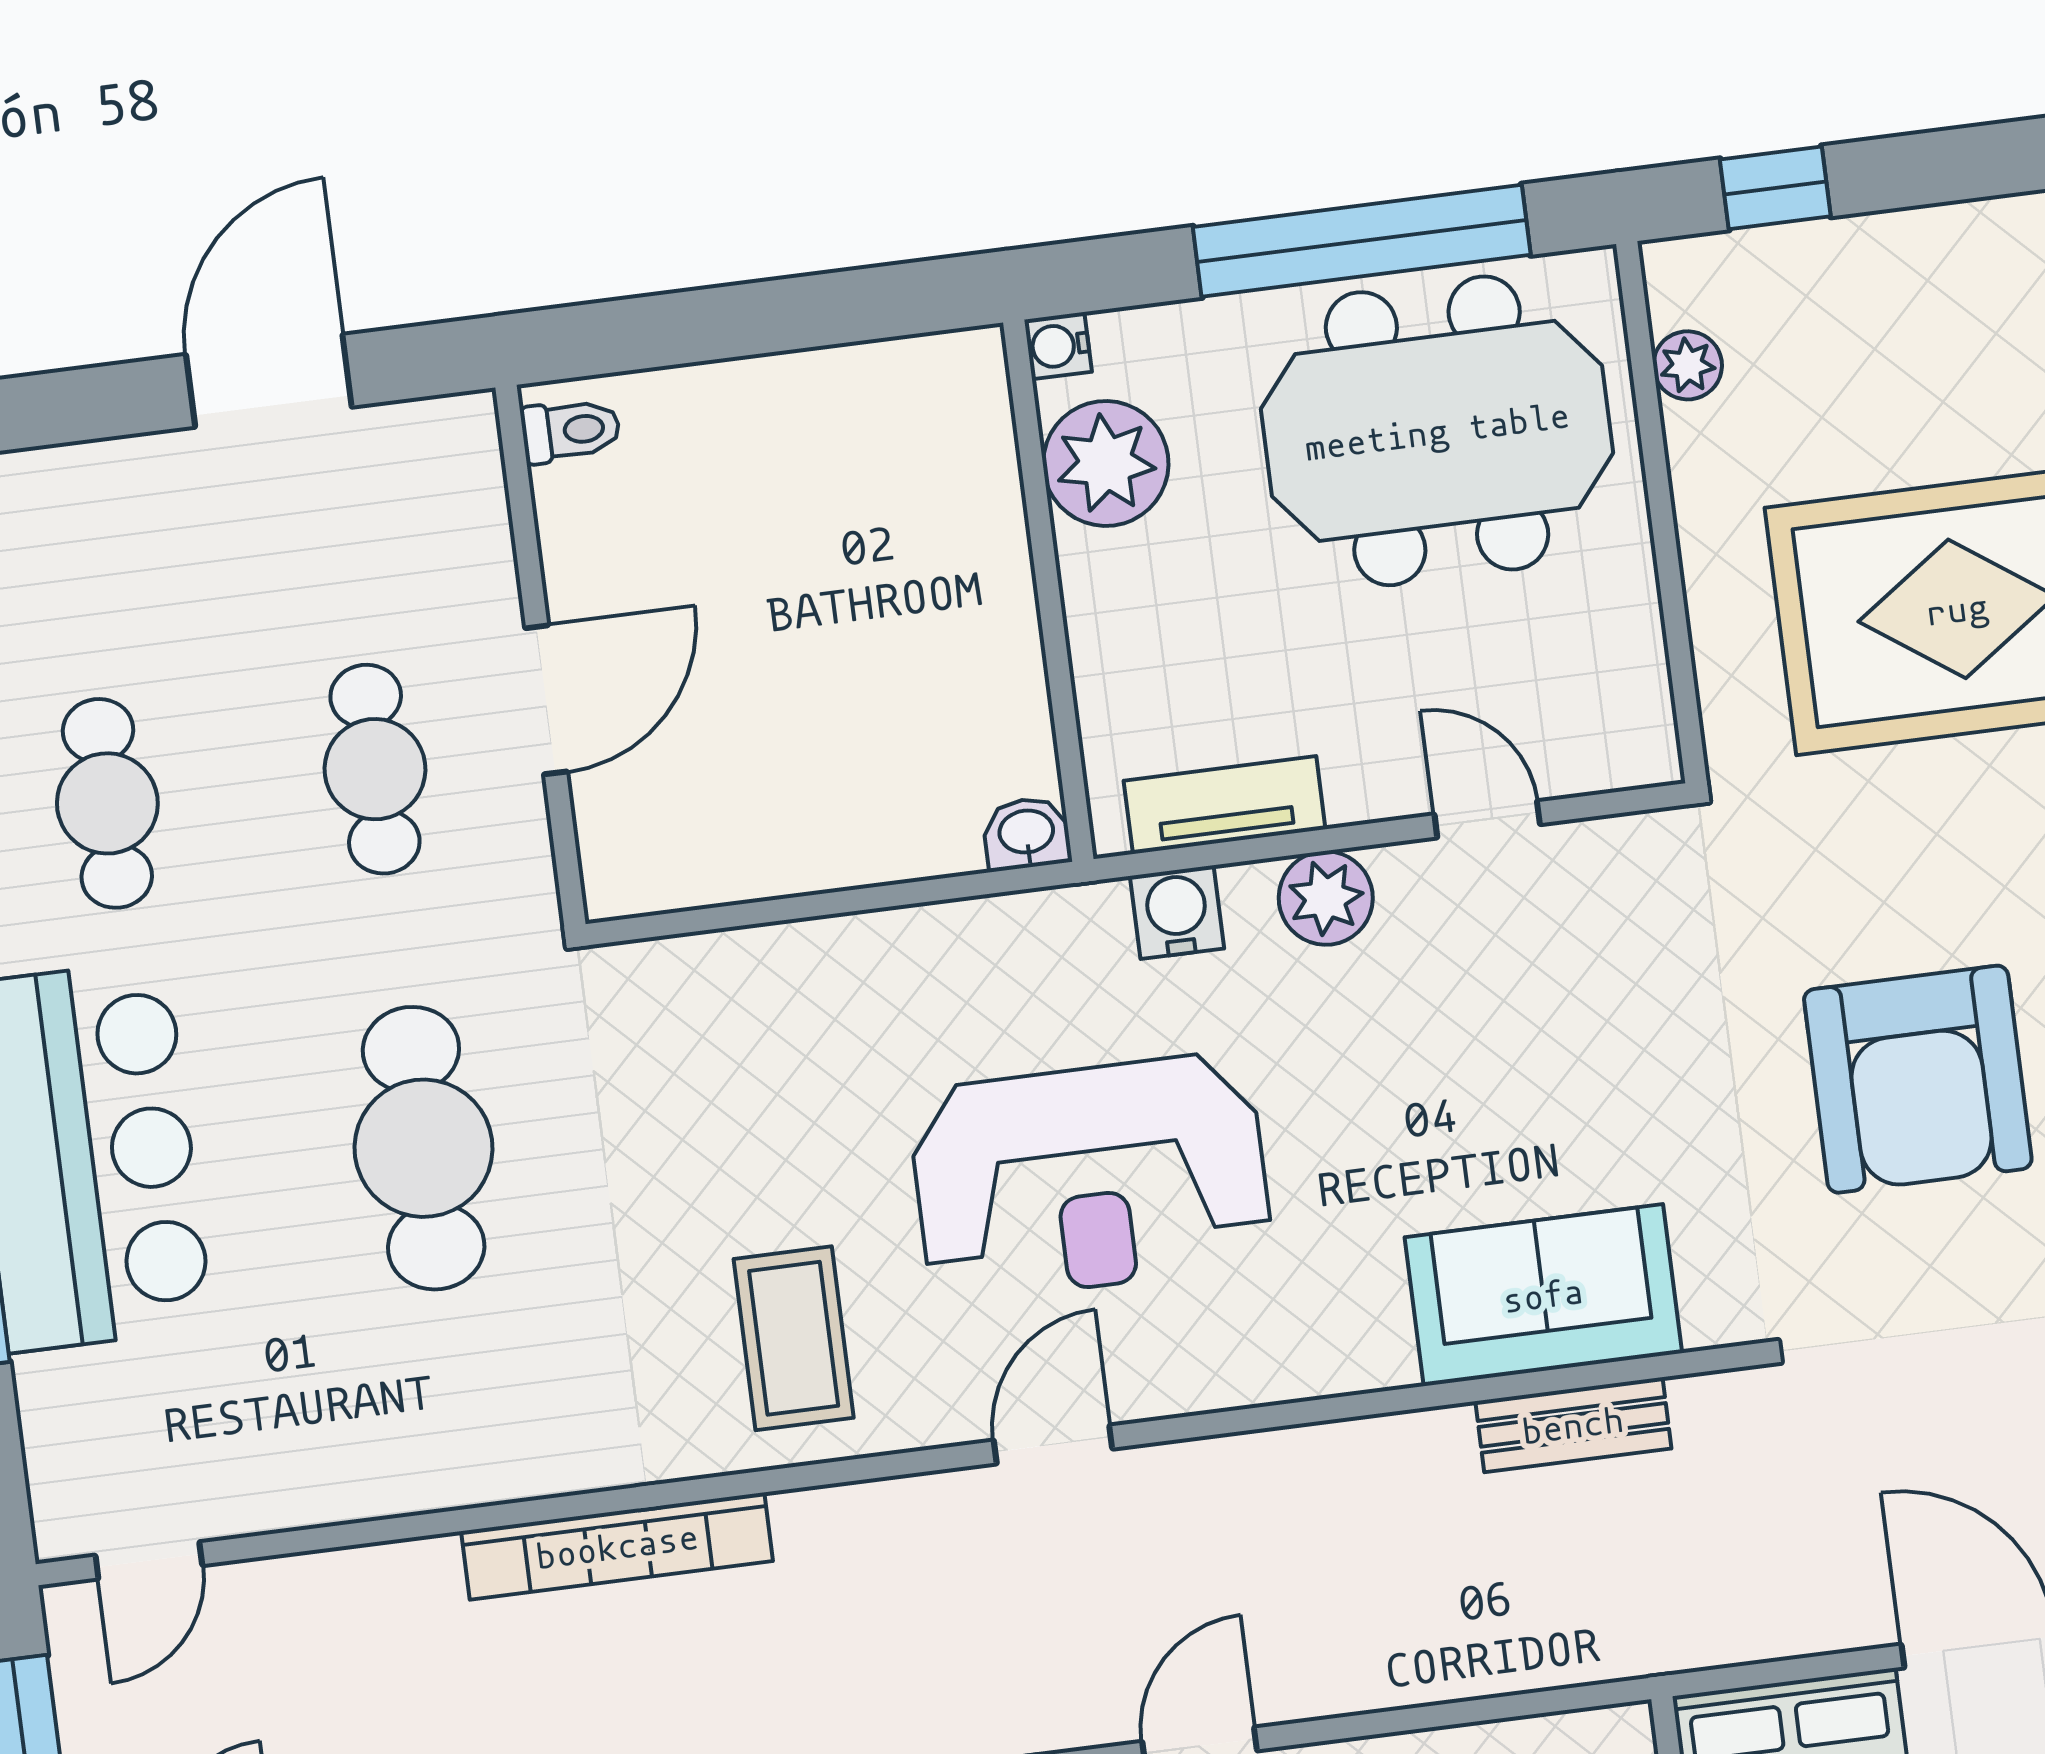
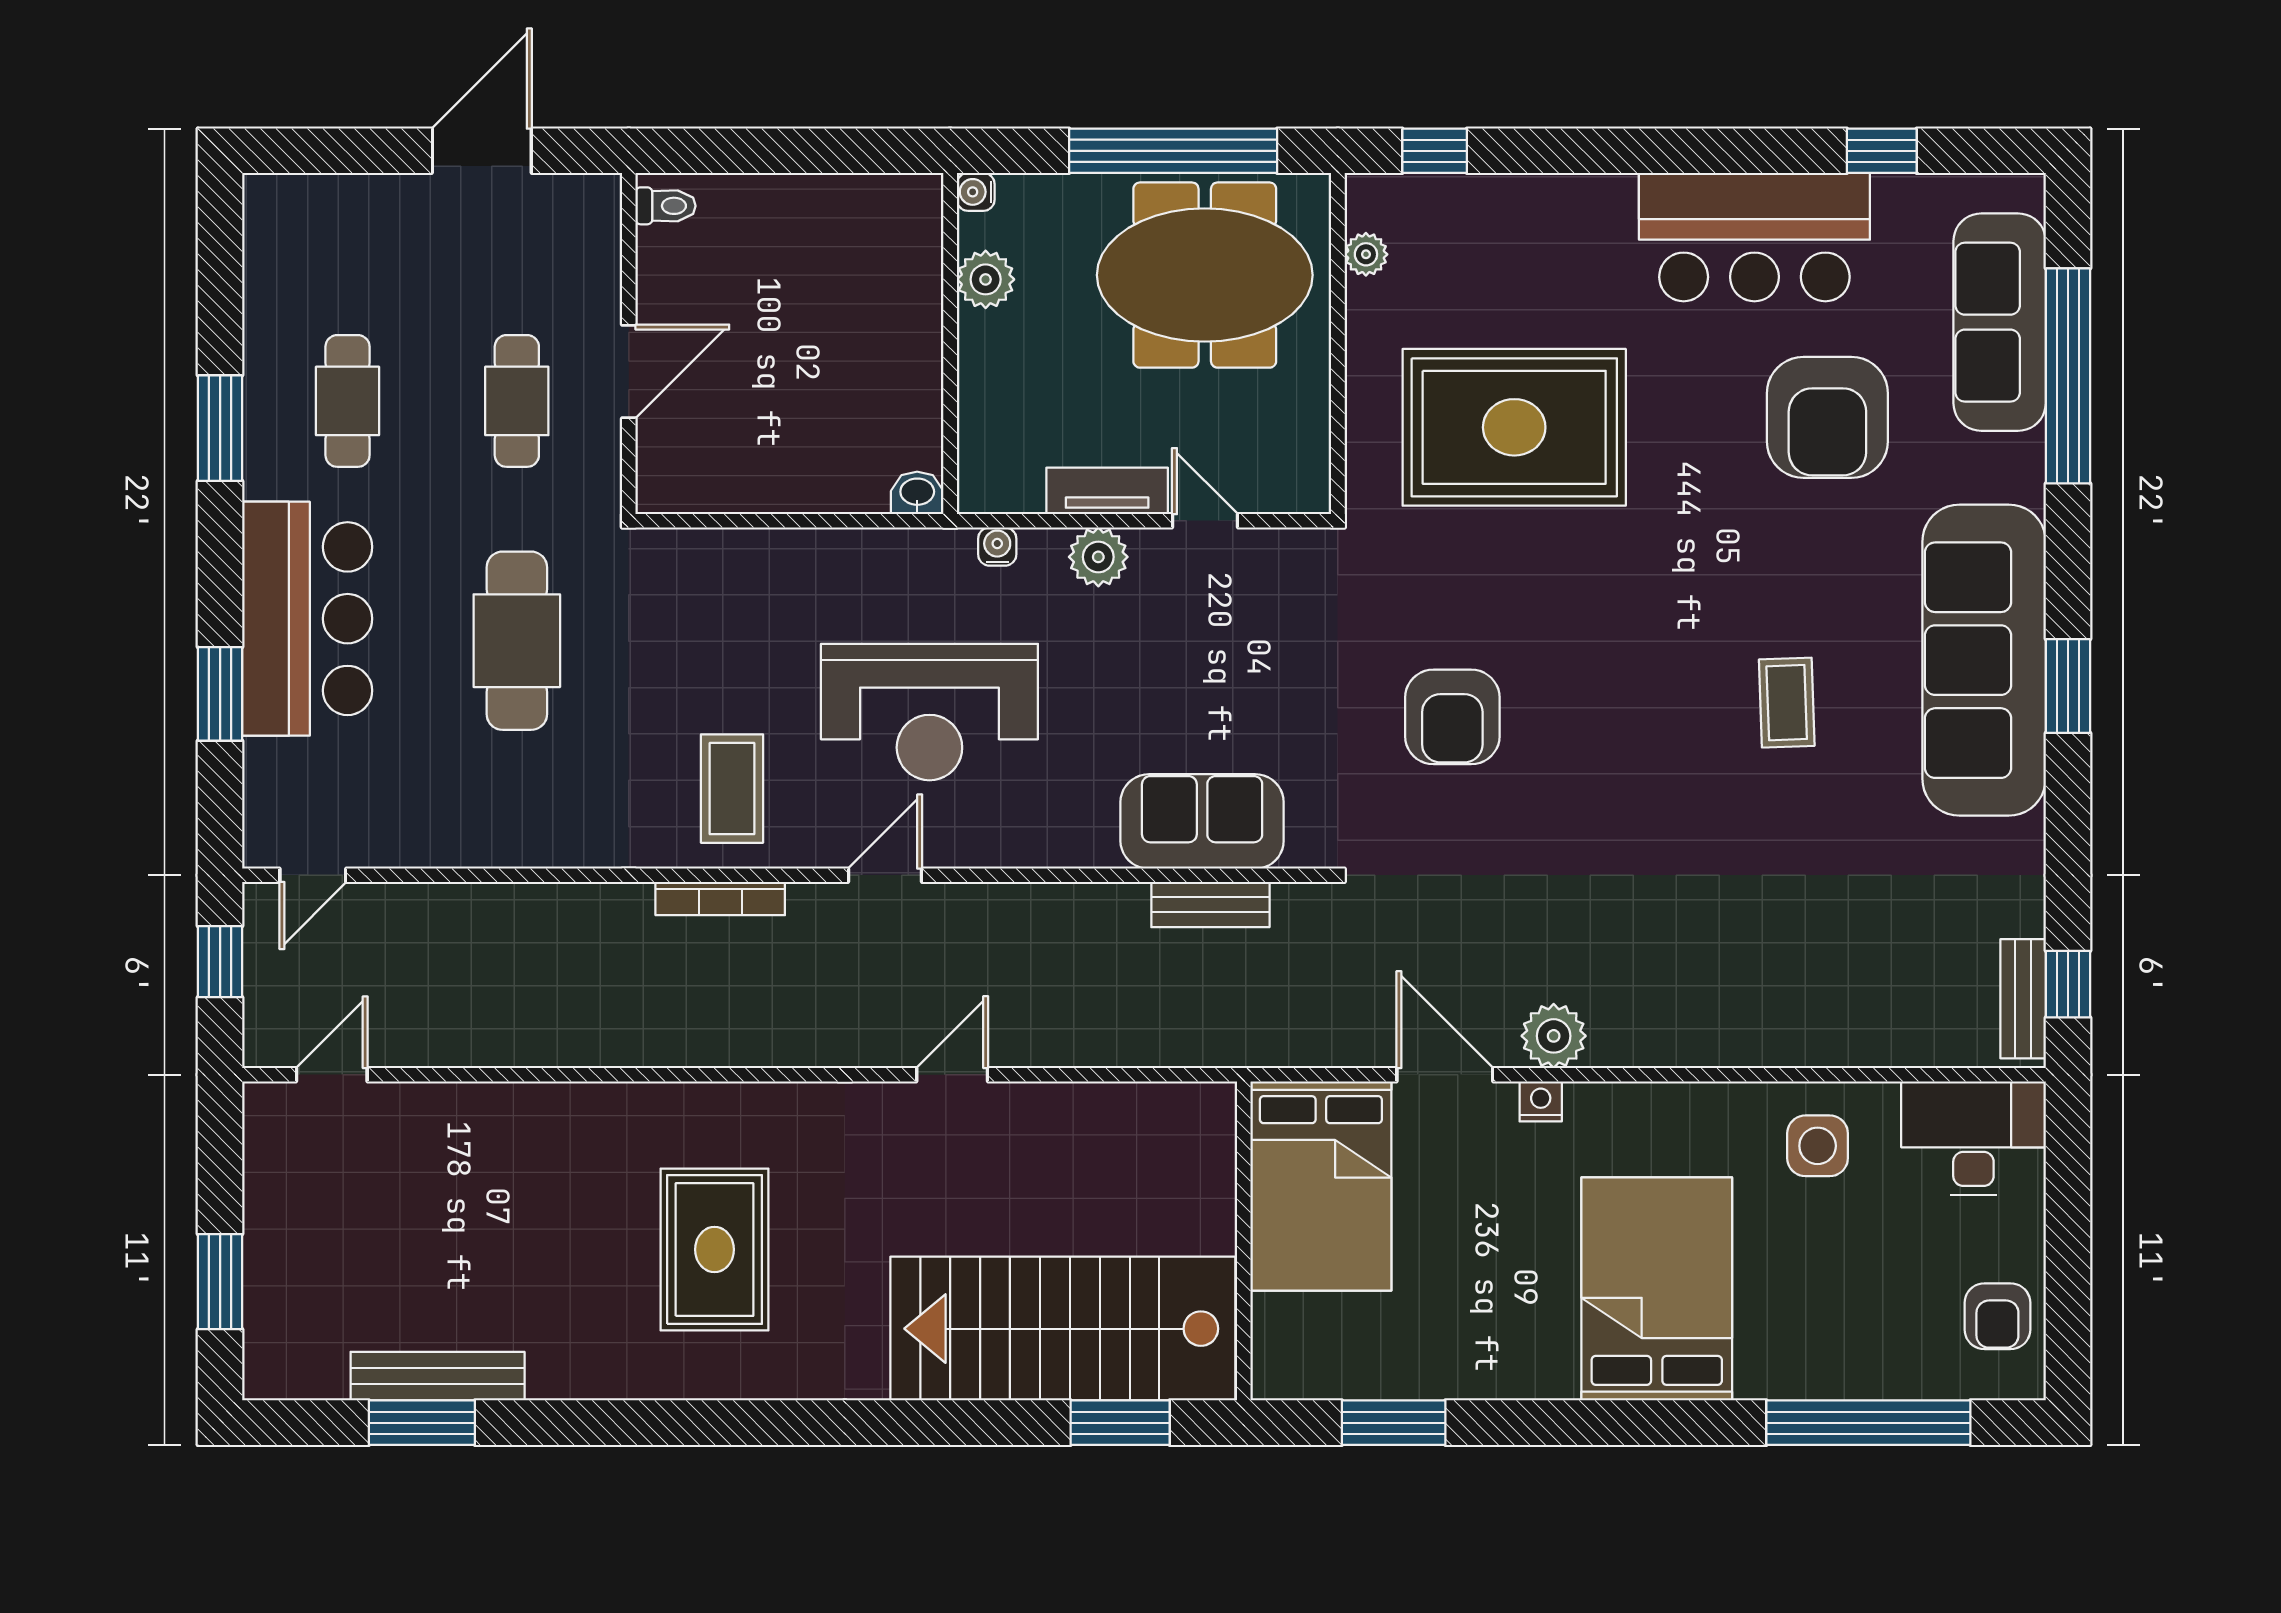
plant: (1106, 463) -> (986, 279), width x0.73, depth x0.73
tv unit: (1225, 805) -> (1107, 491), moved
water cooler: (1177, 912) -> (997, 547), width x0.72, depth x0.72
armchair: (1918, 1079) -> (1452, 717), width x0.73, depth x0.73
bookcase: (617, 1546) -> (720, 899), moved, width x0.68, depth x0.76

